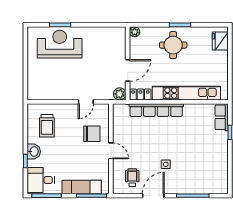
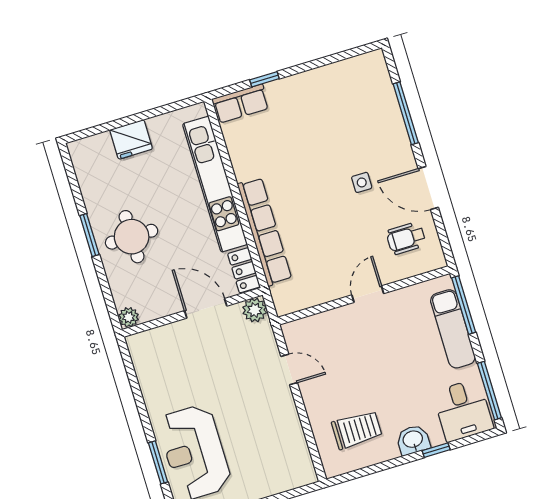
fridge: (220, 41) -> (131, 139), moved
chair: (92, 134) -> (346, 340), removed

